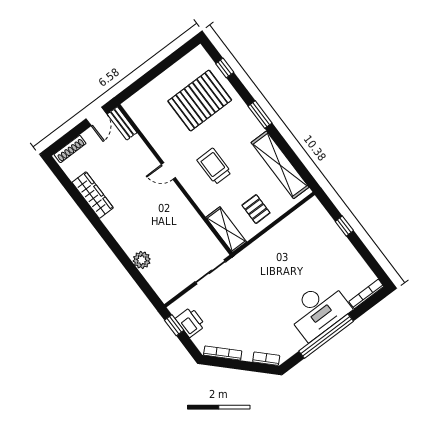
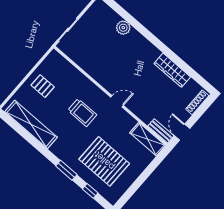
pallet: (200, 101) -> (104, 161), turned 90
window: (260, 115) -> (66, 170), moved
shelving: (226, 230) -> (148, 139), moved

